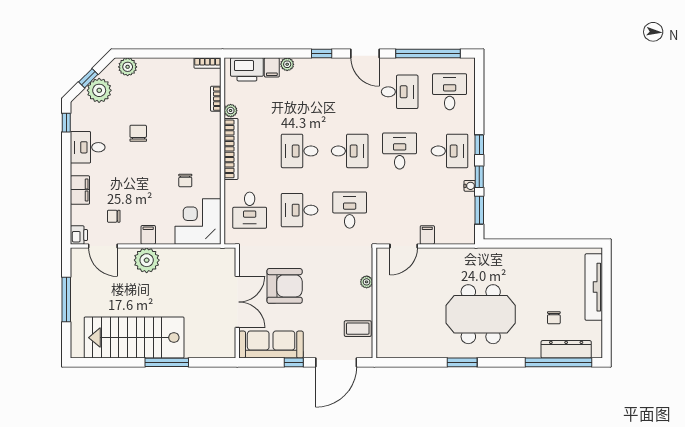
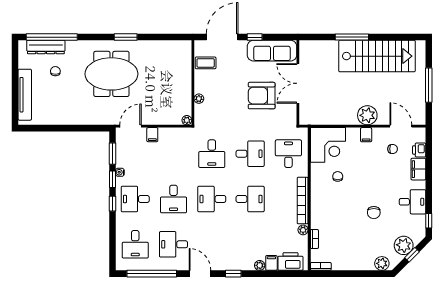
printer: (79, 235) -> (419, 150), moved
door: (404, 246) -> (130, 126), moved
plant: (382, 254) -> (187, 120), added

